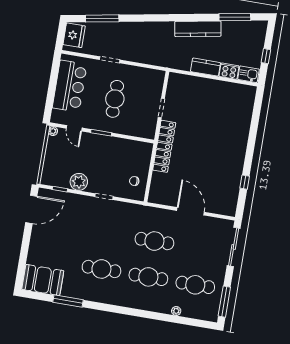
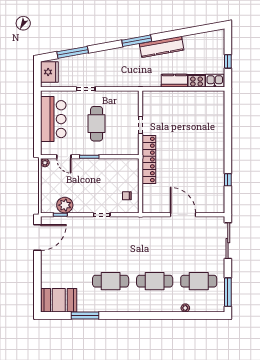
window: (235, 17) -> (137, 41), moved
plant: (79, 182) -> (65, 205), moved
cafe table: (154, 241) -> (155, 247), removed

